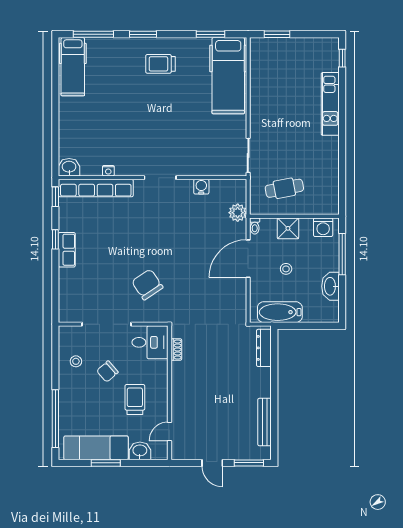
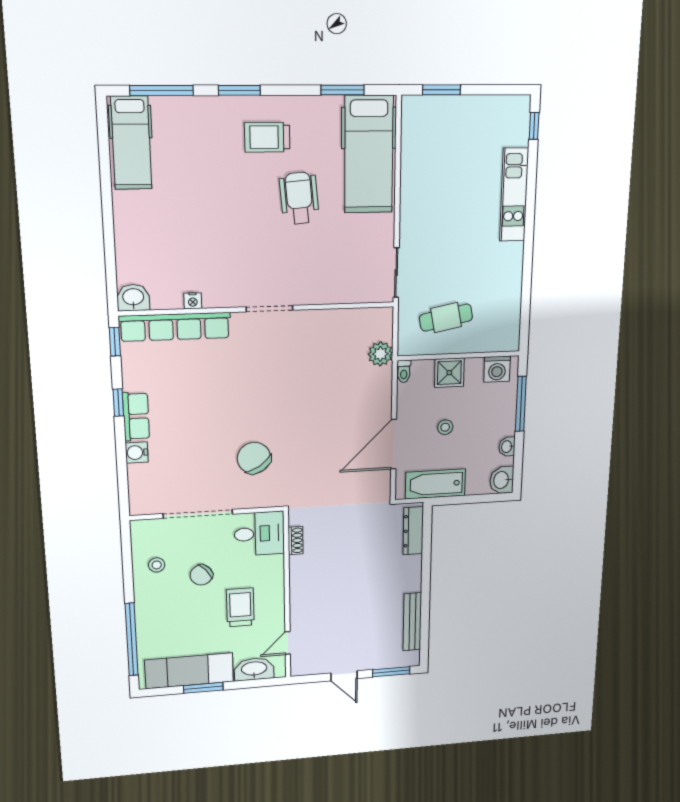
wheelchair: (181, 104) -> (299, 198), added
water cooler: (201, 187) -> (137, 453), moved, turned -90
door: (248, 259) -> (394, 444), moved
washbasin: (330, 286) -> (507, 447), width x0.52, depth x0.69
washbasin: (330, 312) -> (502, 480), added
washbasin: (140, 451) -> (254, 669), width x1.38

